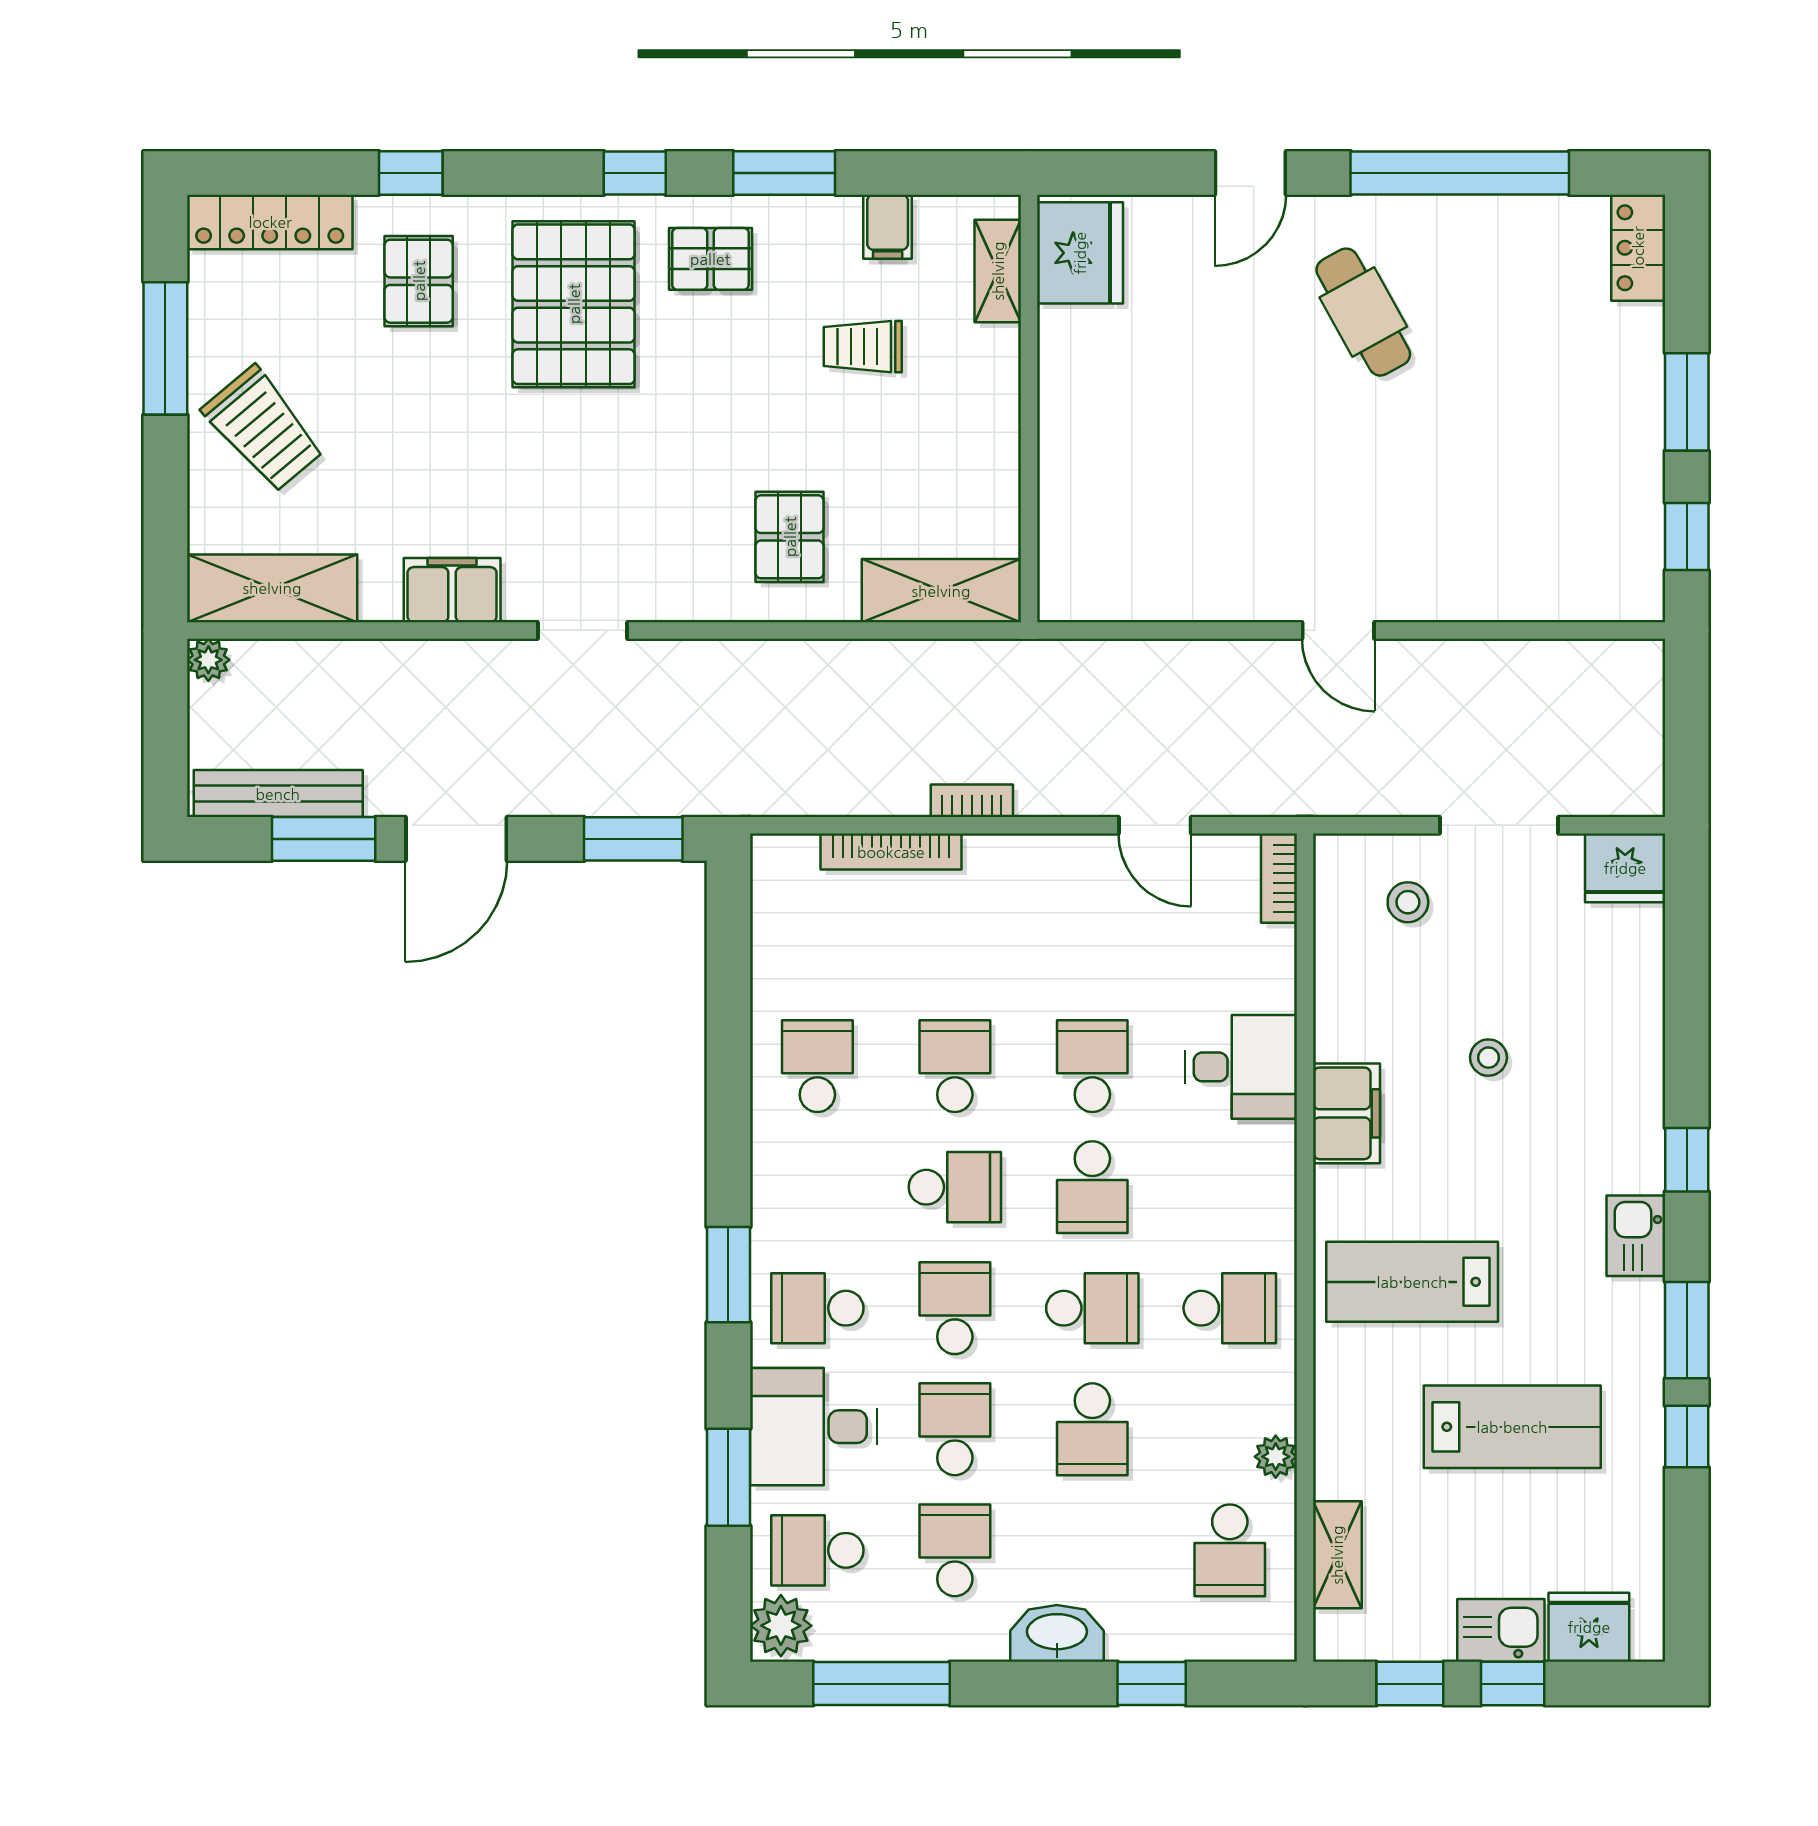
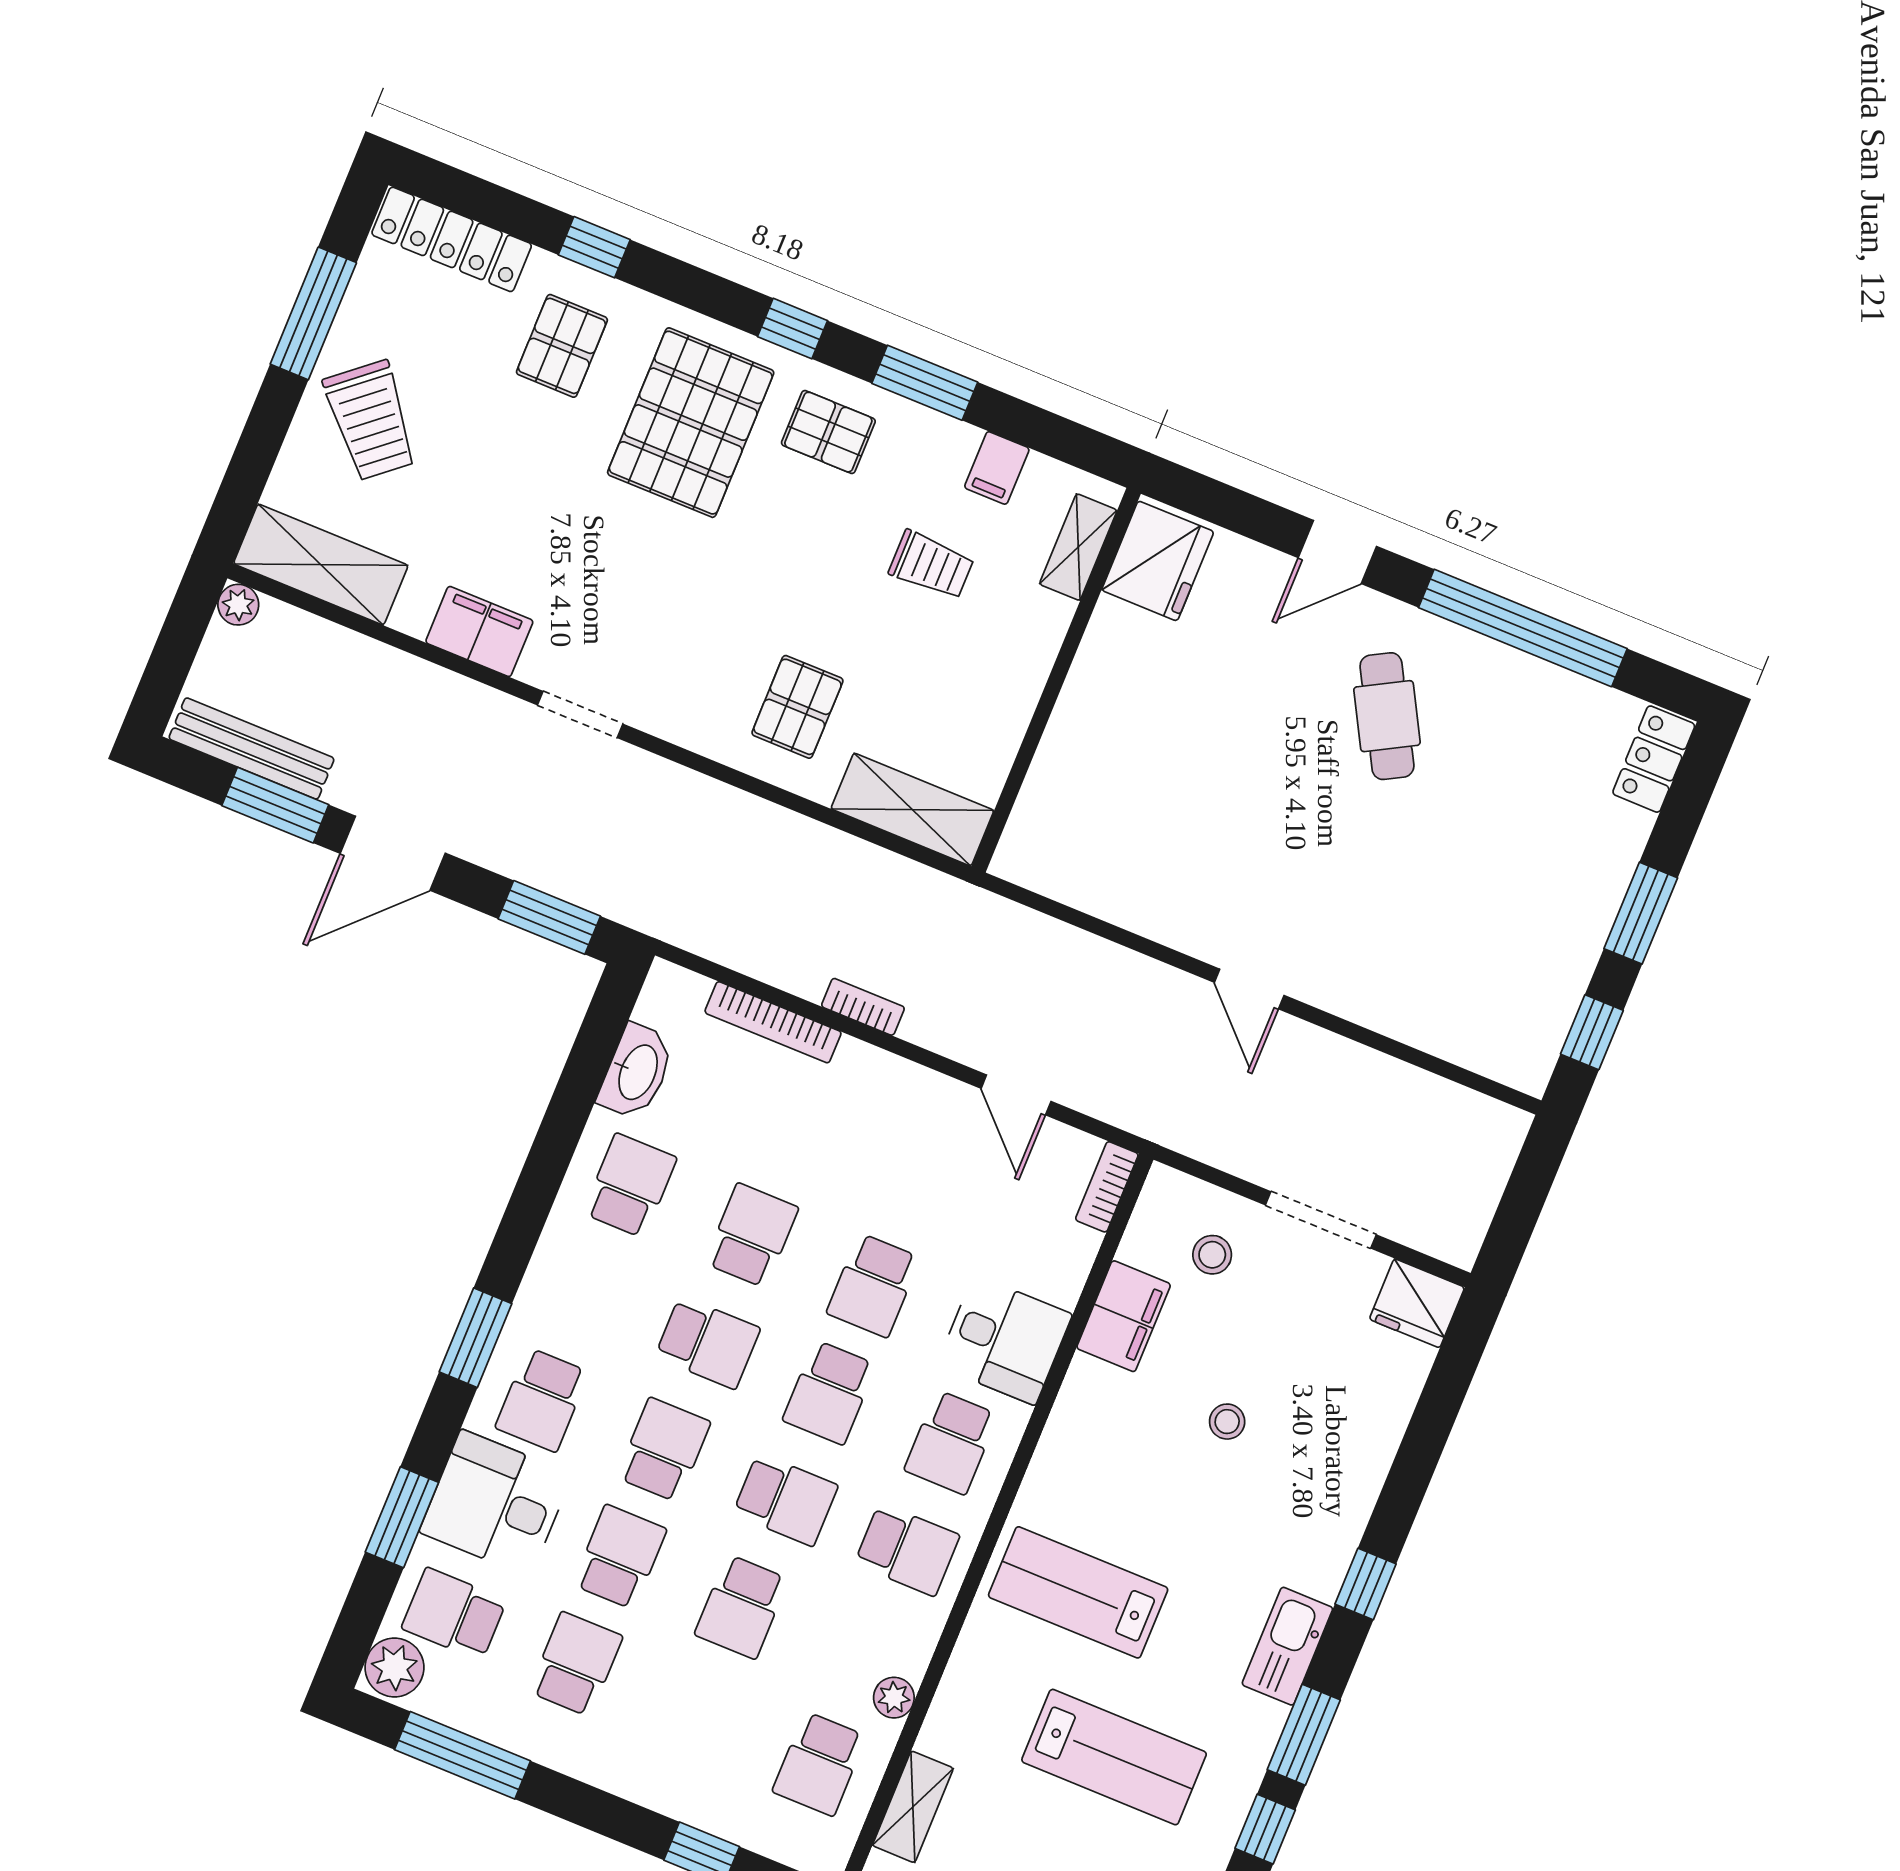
trolley: (863, 347) -> (931, 565), turned 180
school desk: (1092, 1066) -> (873, 1285), turned 180
filing cabinet: (1347, 1113) -> (1124, 1316), moved
school desk: (1230, 1187) -> (951, 1442), added
kitchen sink: (1636, 1236) -> (1287, 1646), width x1.38
school desk: (817, 1308) -> (542, 1400), turned -90
washbasin: (1057, 1633) -> (637, 1072), moved, turned 90

